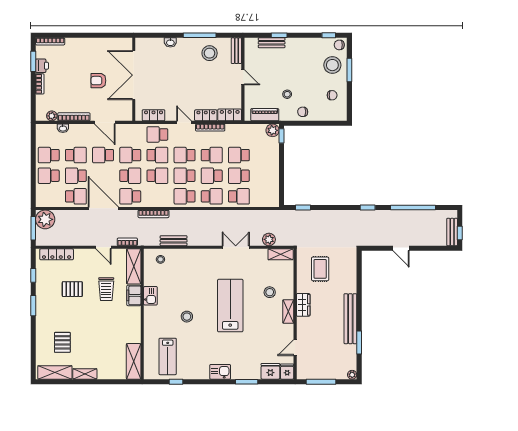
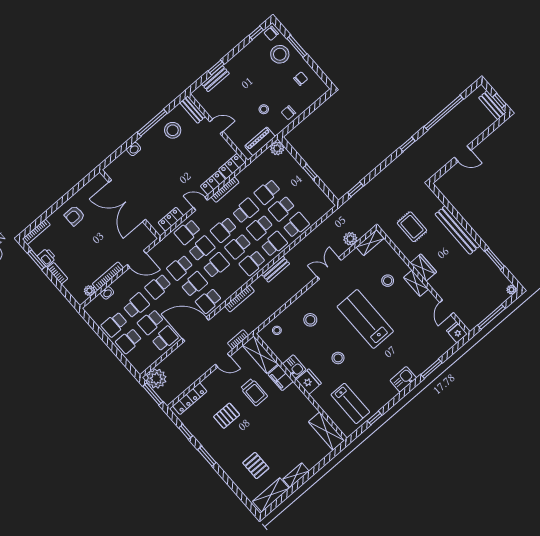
armchair: (98, 81) -> (75, 216), moved
window: (281, 136) -> (310, 172), moved
bench: (174, 241) -> (276, 269), moved
stool: (191, 272) -> (310, 320), added
bench: (350, 319) -> (457, 230), moved
fridge: (270, 371) -> (309, 382), moved, turned 90

